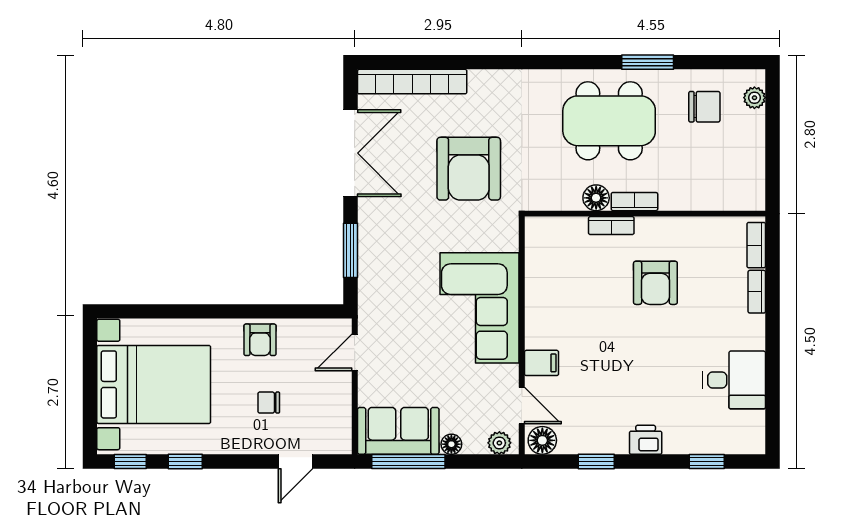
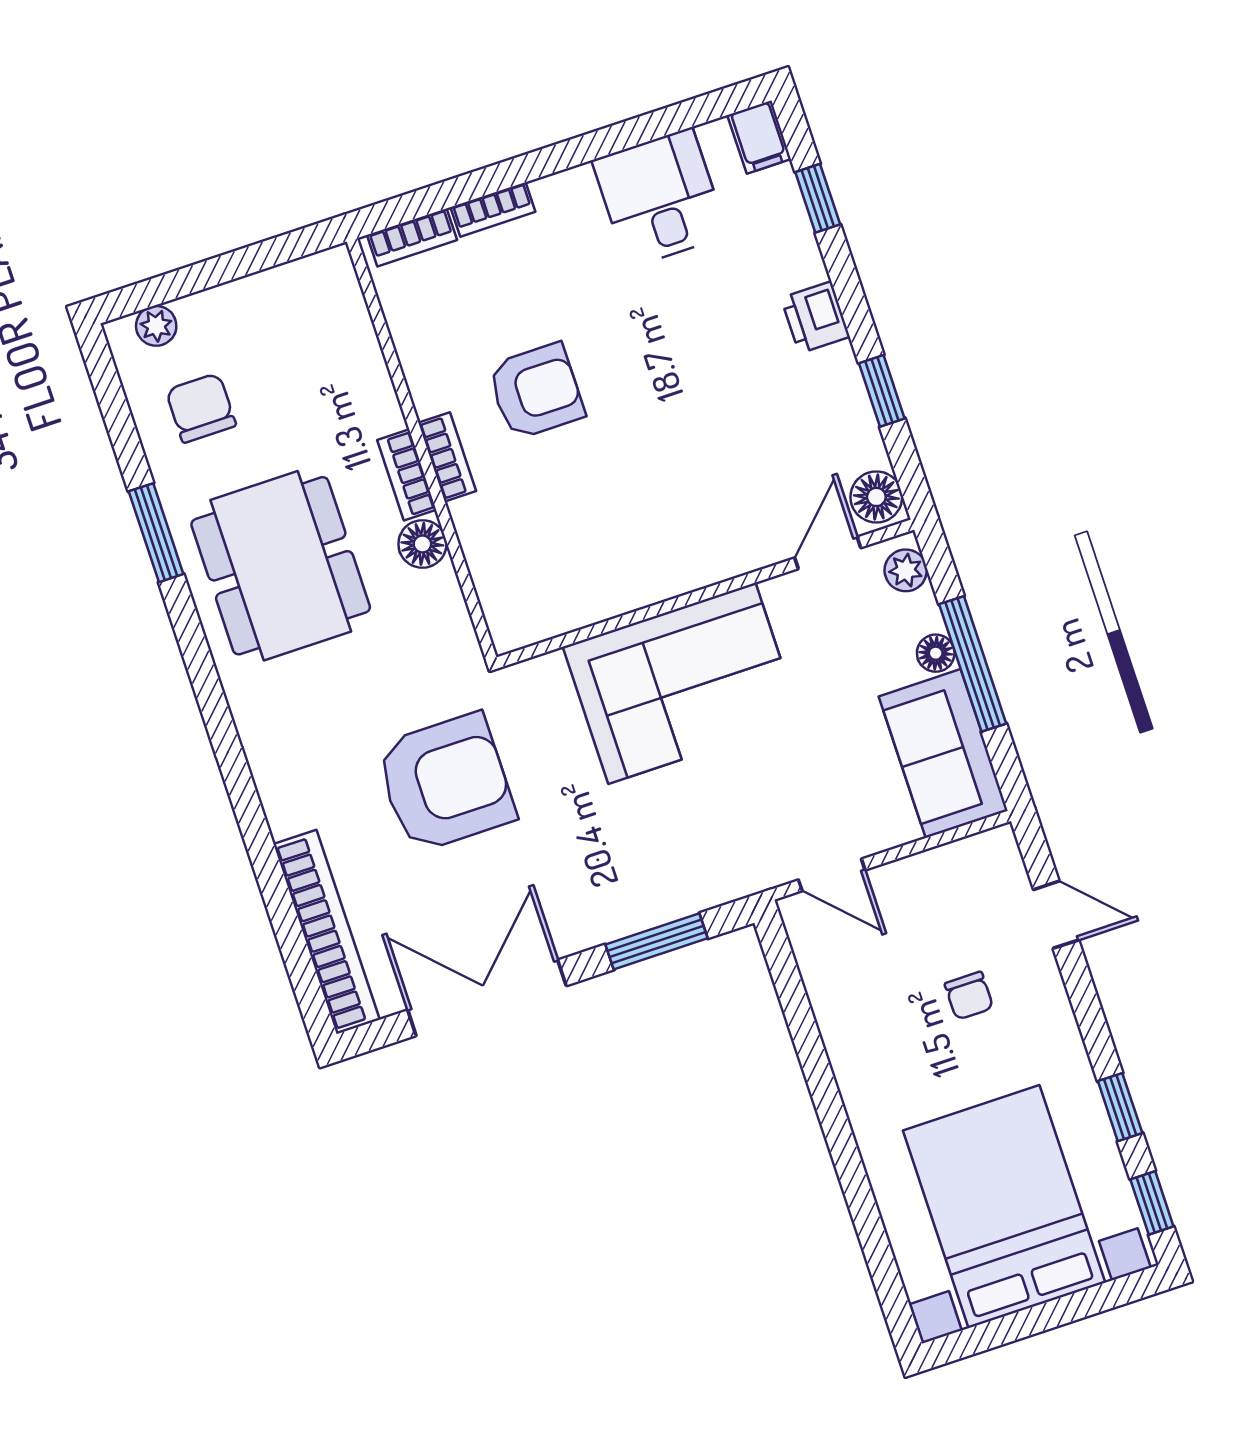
bookcase: (611, 226) -> (447, 457), moved
armchair: (260, 340) -> (865, 1047), removed
filing cabinet: (542, 363) -> (759, 137), moved, turned 180
window: (408, 461) -> (973, 664), moved

